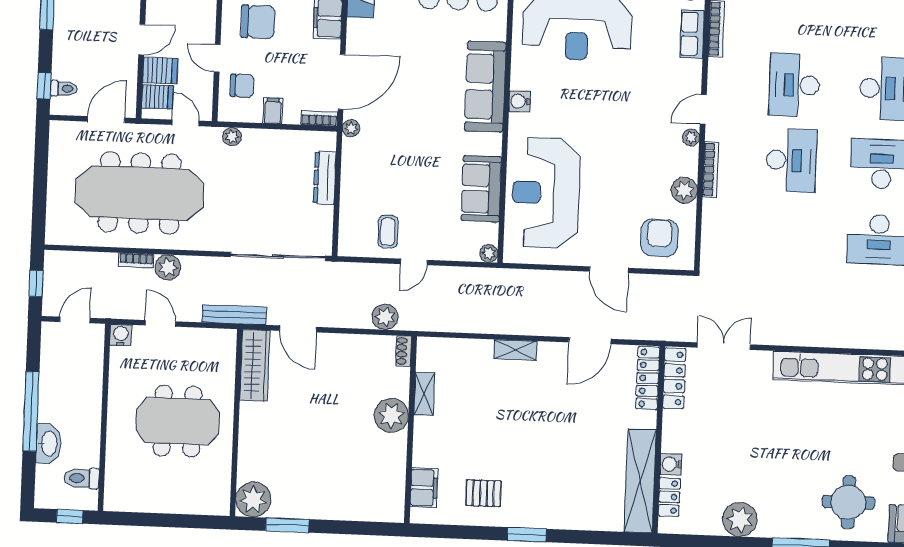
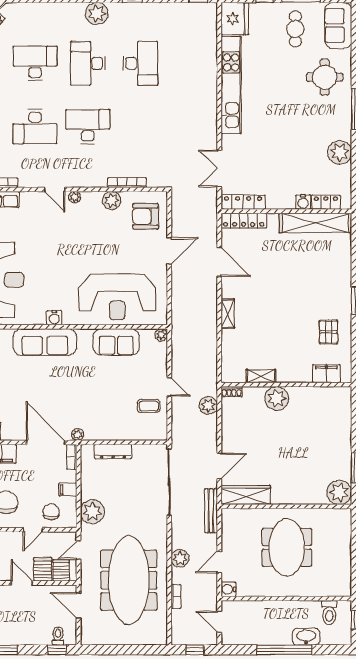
plant: (232, 137) -> (93, 512), width x1.88, depth x1.88
bookcase: (711, 170) -> (127, 183), moved
bookcase: (136, 260) -> (176, 596), moved

